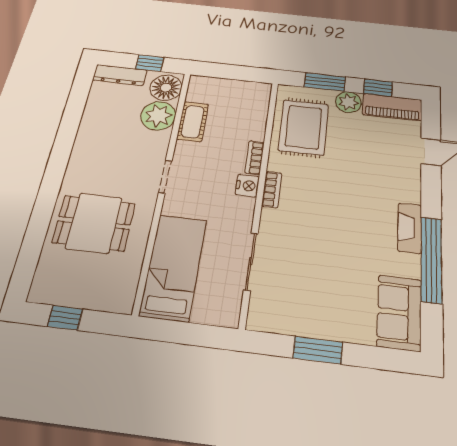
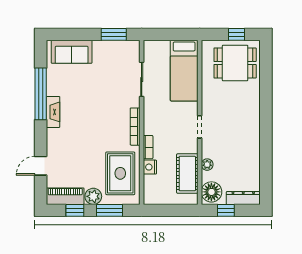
plant: (158, 116) -> (207, 165), width x0.53, depth x0.53
cot: (193, 122) -> (187, 174), width x1.37, depth x1.34
nightstand: (247, 186) -> (150, 167), moved
bookcase: (272, 189) -> (135, 127), width x1.56
dining table: (94, 223) -> (235, 63), moved
sofa: (399, 313) -> (72, 52), moved, turned 90
window: (318, 350) -> (114, 34), moved

